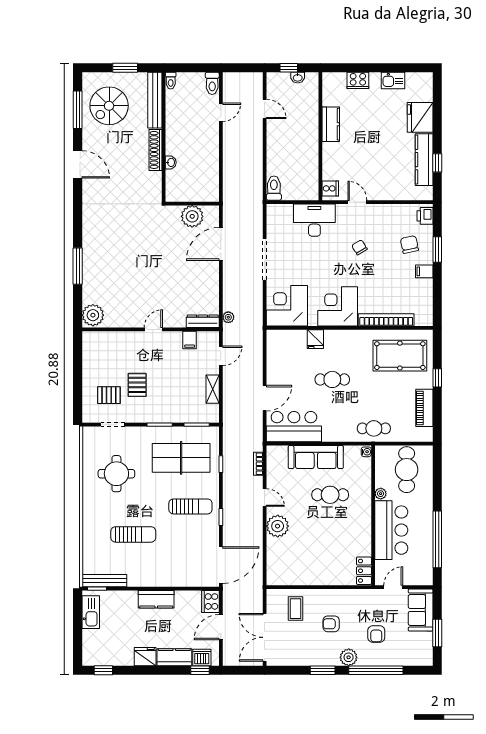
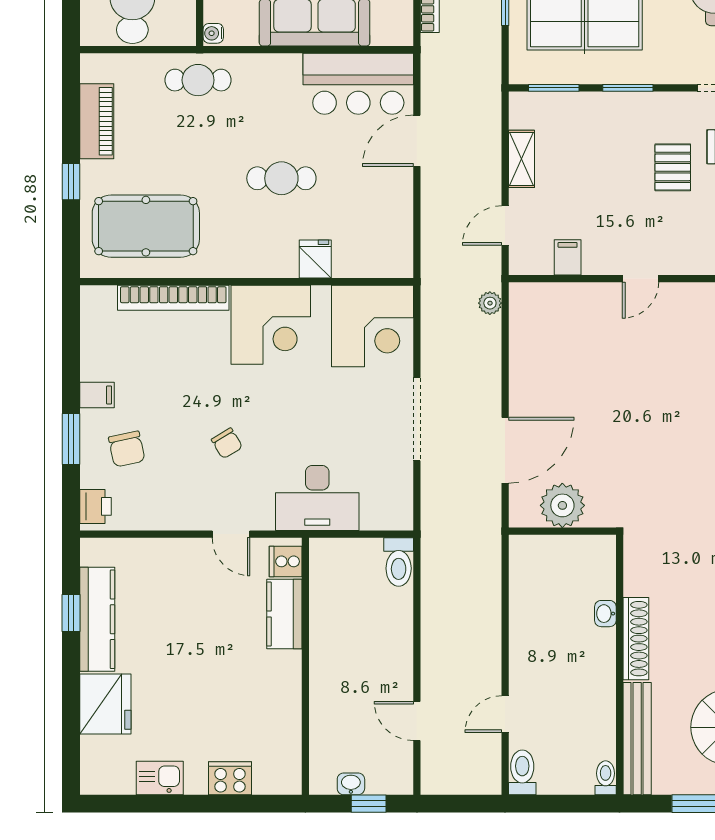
kitchen counter: (331, 124) -> (284, 614), moved
dresser: (203, 321) -> (541, 295), removed

